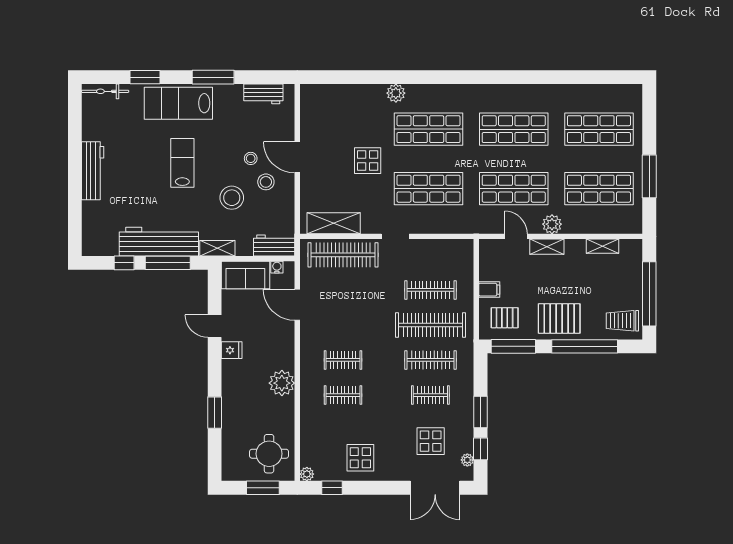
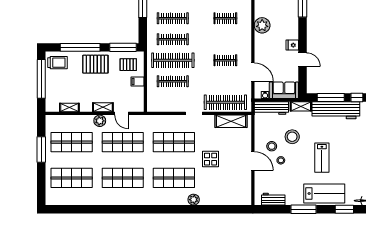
workbench: (274, 245) -> (271, 108), width x1.38
clothes rail: (343, 360) -> (225, 60), moved
clothes rail: (430, 395) -> (173, 18), width x1.36

